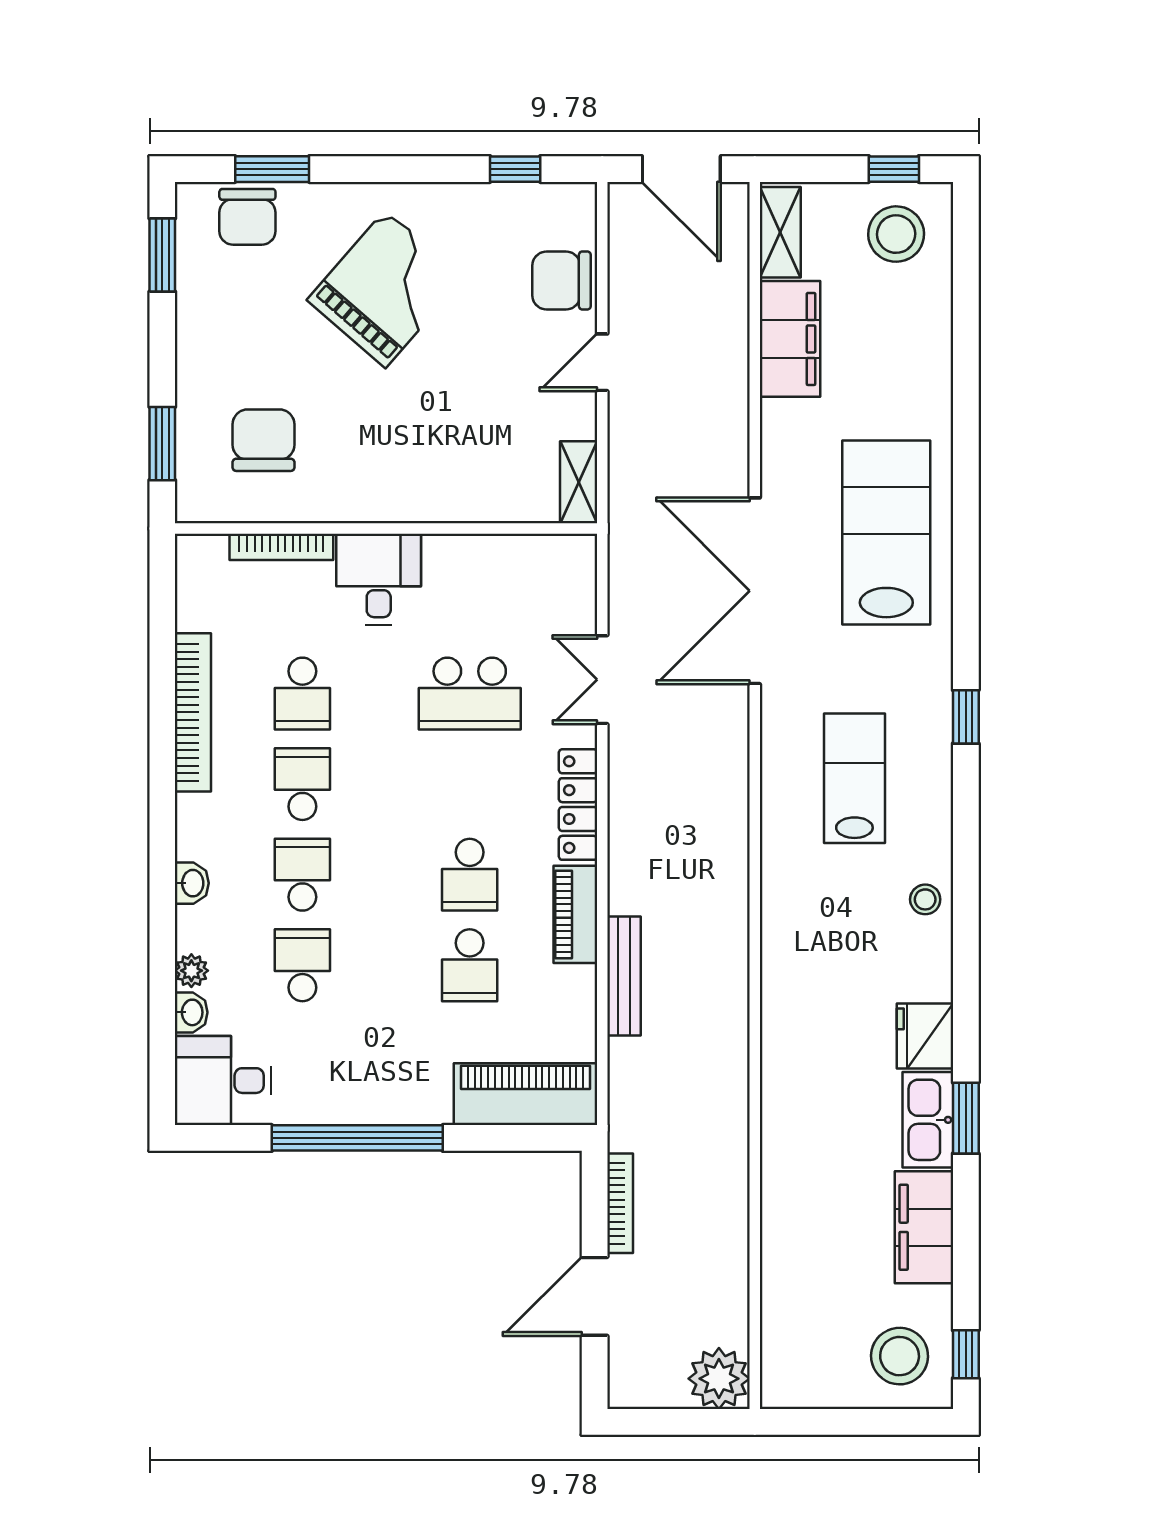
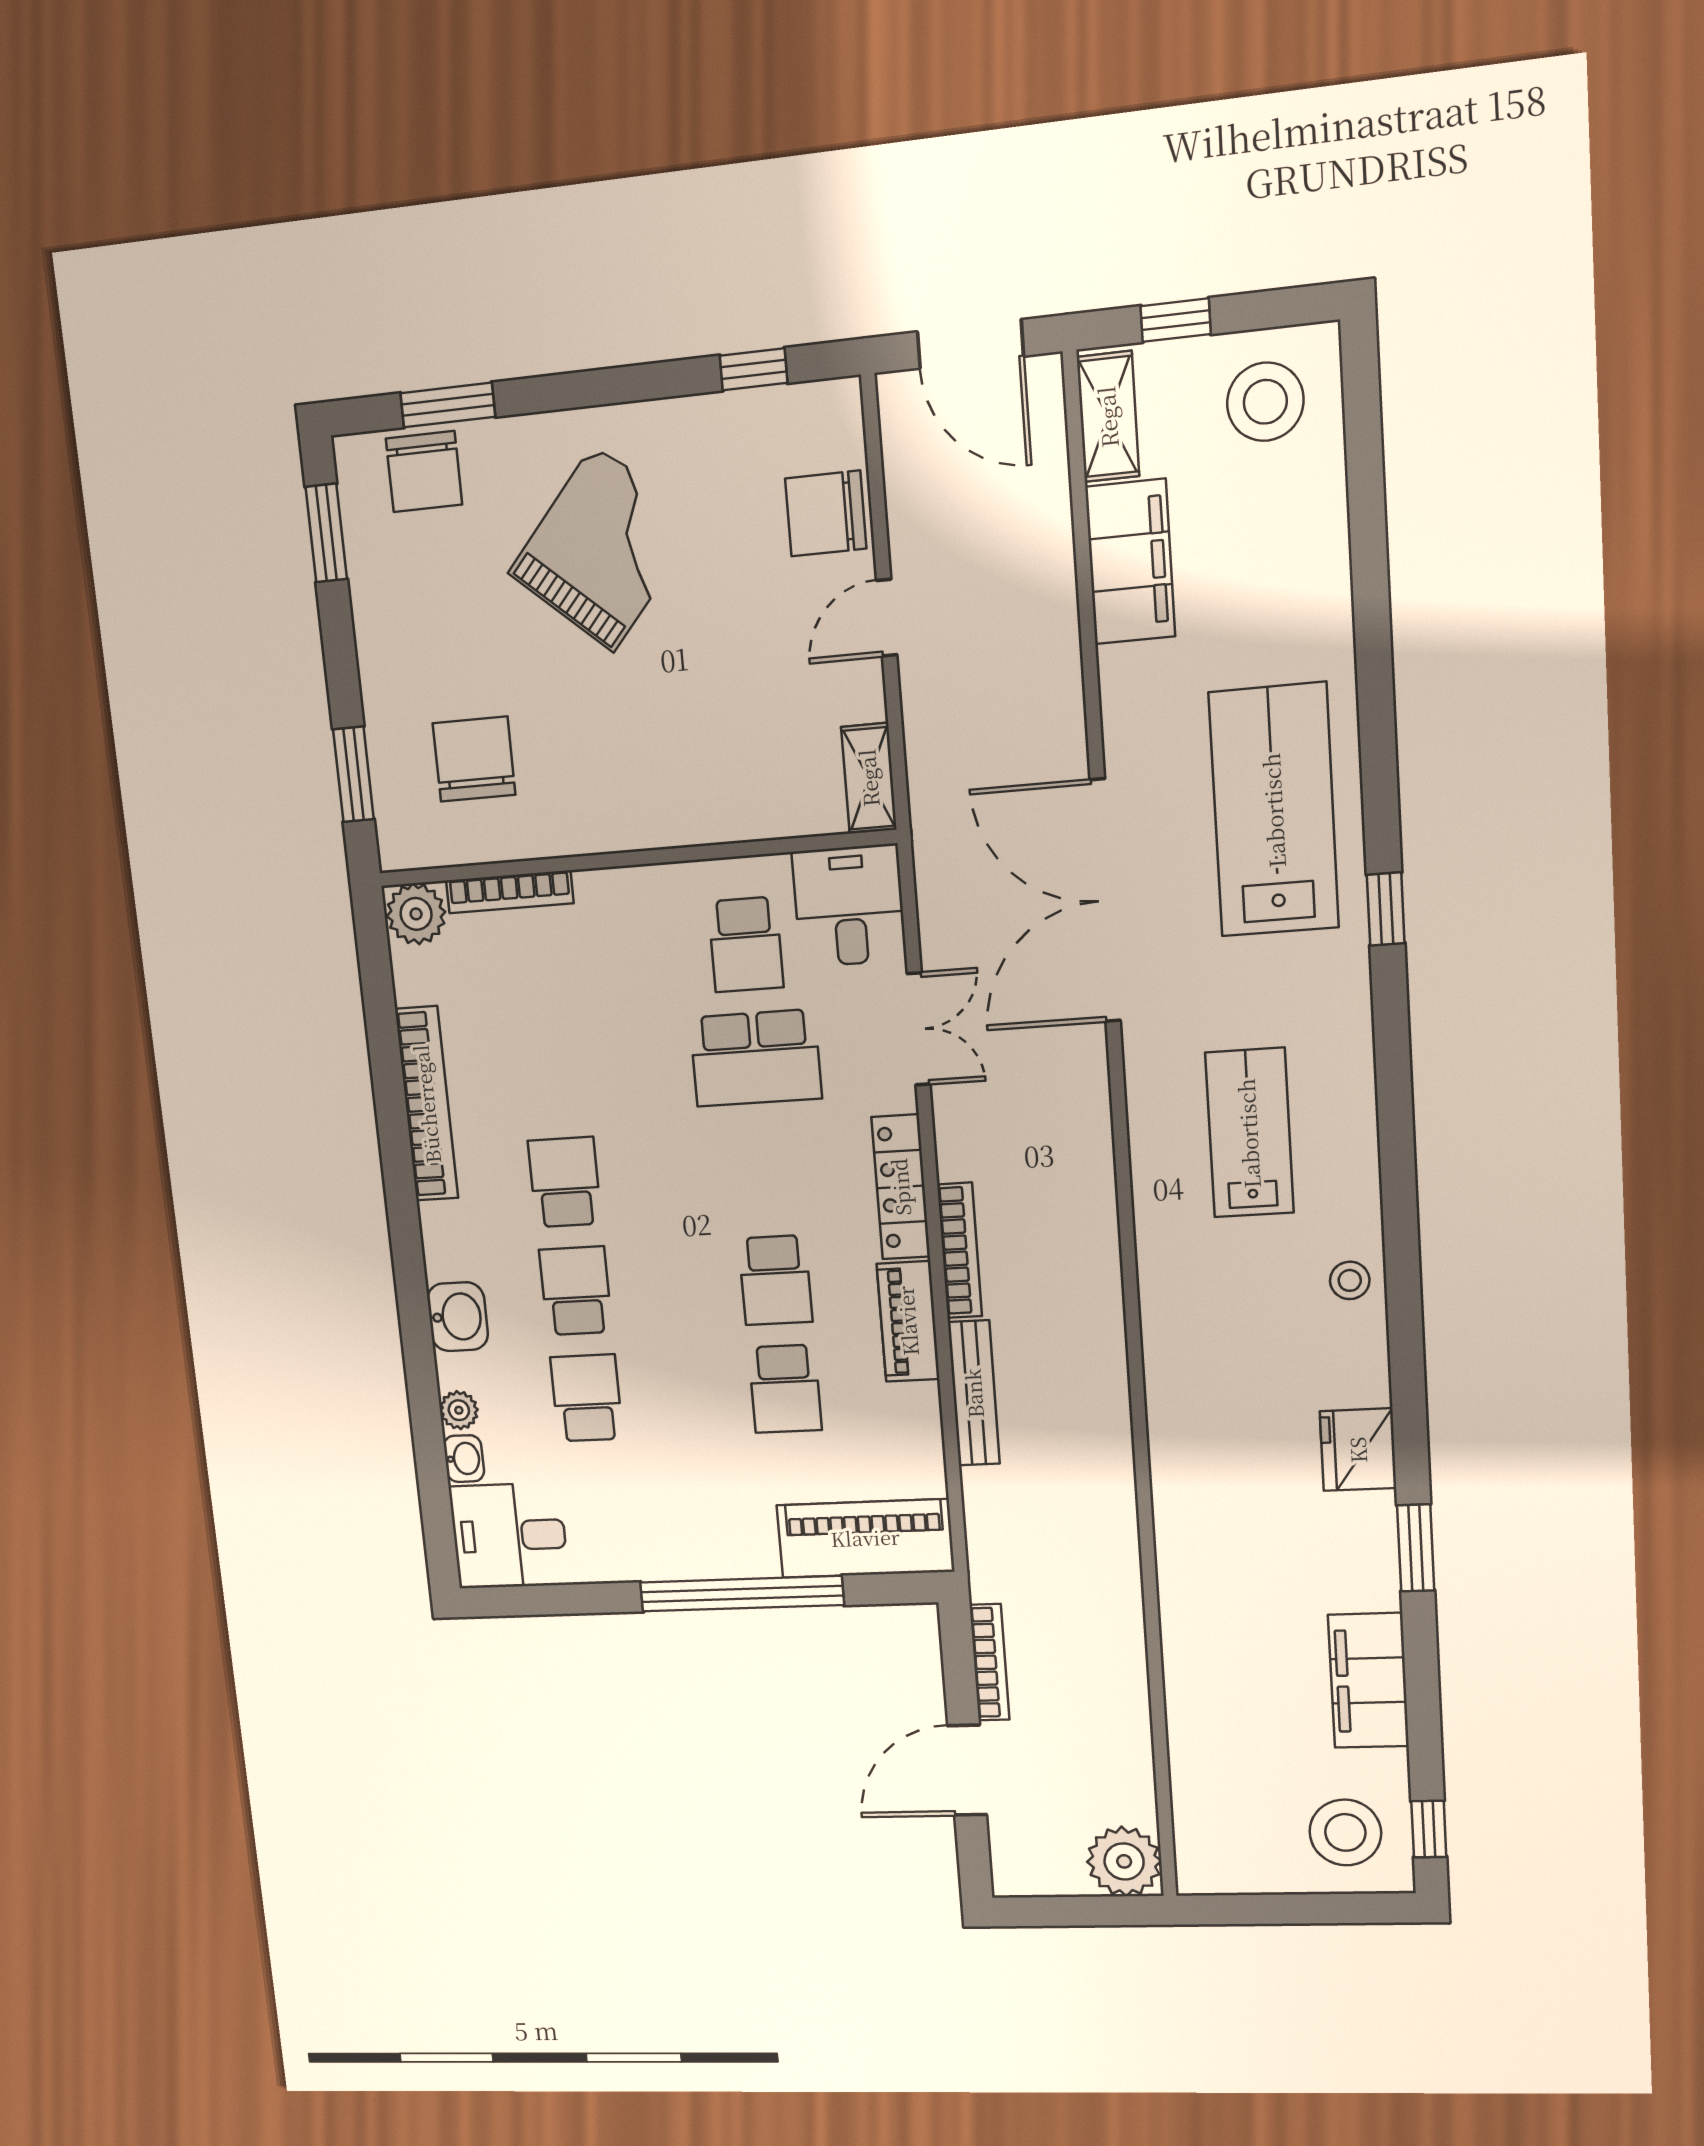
window: (894, 169) -> (1176, 320), moved
plant: (202, 558) -> (416, 914), added
desk: (379, 579) -> (849, 906), moved
double door: (602, 680) -> (919, 1029), swing flipped
school desk: (302, 694) -> (746, 944), moved
window: (966, 717) -> (1386, 909), moved
bookcase: (621, 859) -> (960, 1250), added
washbasin: (192, 883) -> (458, 1317), width x1.38, depth x1.45
kitchen sink: (928, 1120) -> (1367, 1552), removed
window: (357, 1138) -> (742, 1594), moved

